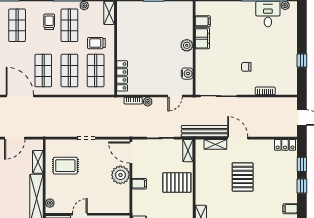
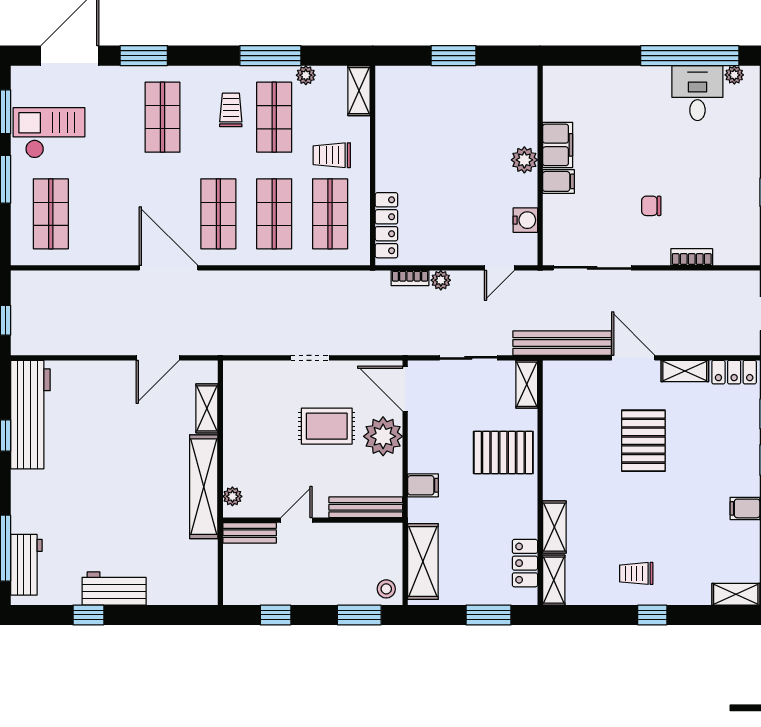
filing cabinet: (203, 21) -> (558, 181), moved
shelving: (215, 144) -> (685, 371), moved
rug: (65, 166) -> (327, 426), moved
filing cabinet: (139, 184) -> (423, 485), moved
bench: (112, 208) -> (366, 507), added

